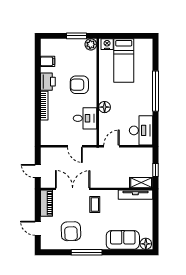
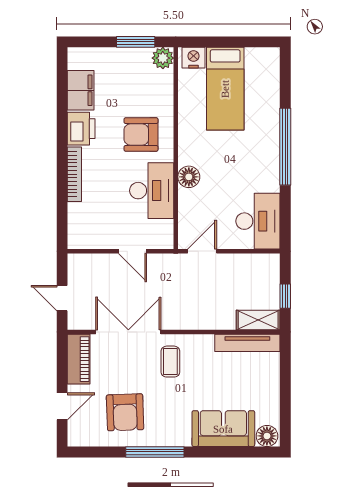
filing cabinet: (48, 61) -> (81, 90), width x2.00
desk: (85, 118) -> (152, 191), width x1.37
door: (38, 228) -> (62, 406), swing flipped

